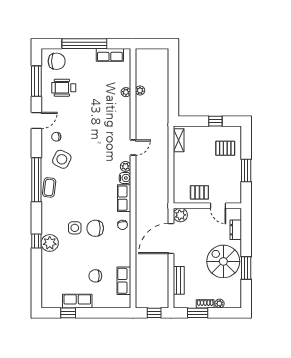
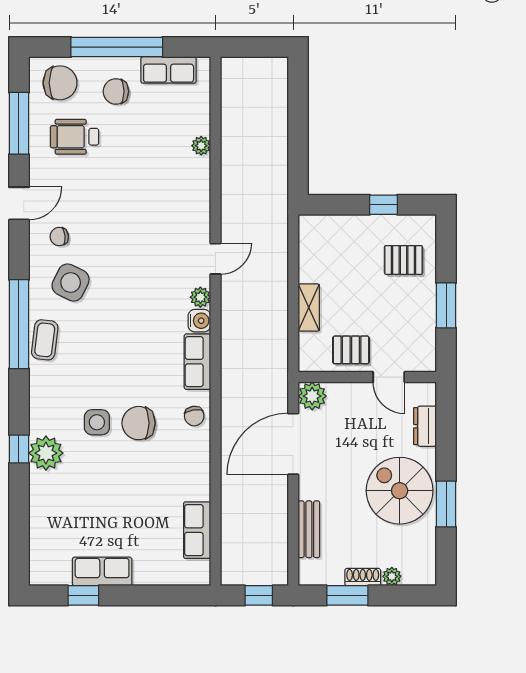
plant: (140, 90) -> (230, 142), removed
shelving: (179, 140) -> (309, 308), moved
chair: (95, 276) -> (116, 91), moved

